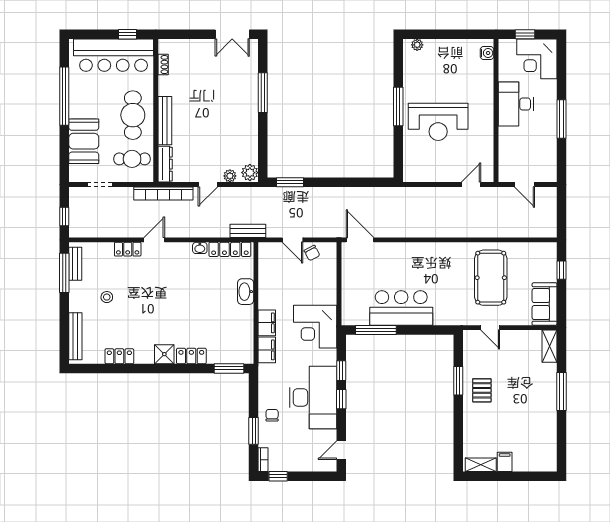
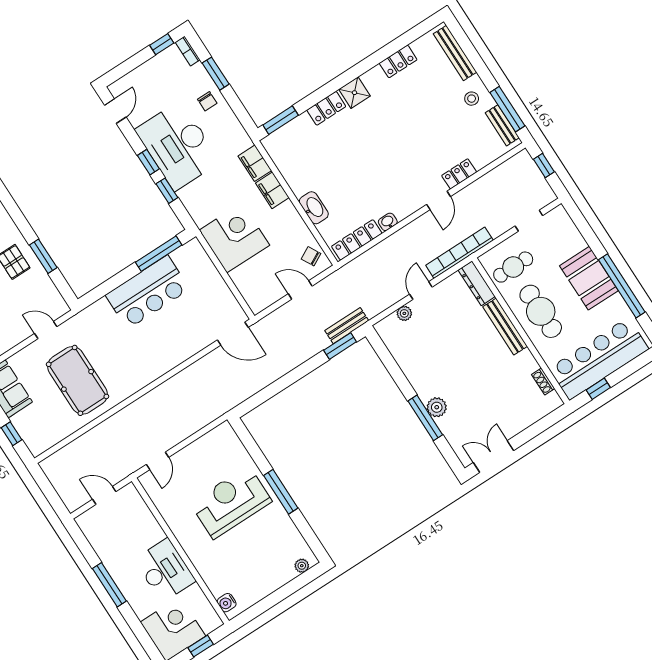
booth: (84, 141) -> (589, 278), moved
plant: (250, 173) -> (437, 407), moved
bench: (248, 231) -> (347, 326), moved
chair: (312, 253) -> (311, 256), moved
stool: (107, 297) -> (472, 99), moved
corner desk: (315, 327) -> (234, 238), moved

